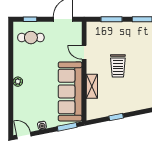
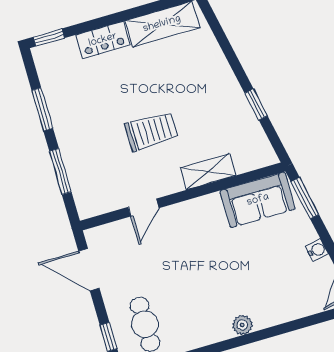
sofa: (70, 91) -> (258, 200), width x0.54, depth x0.79

